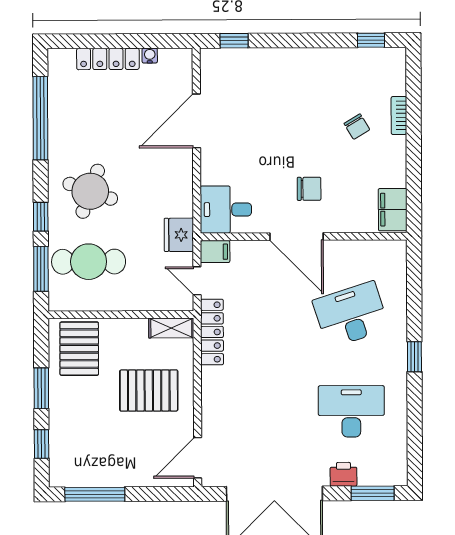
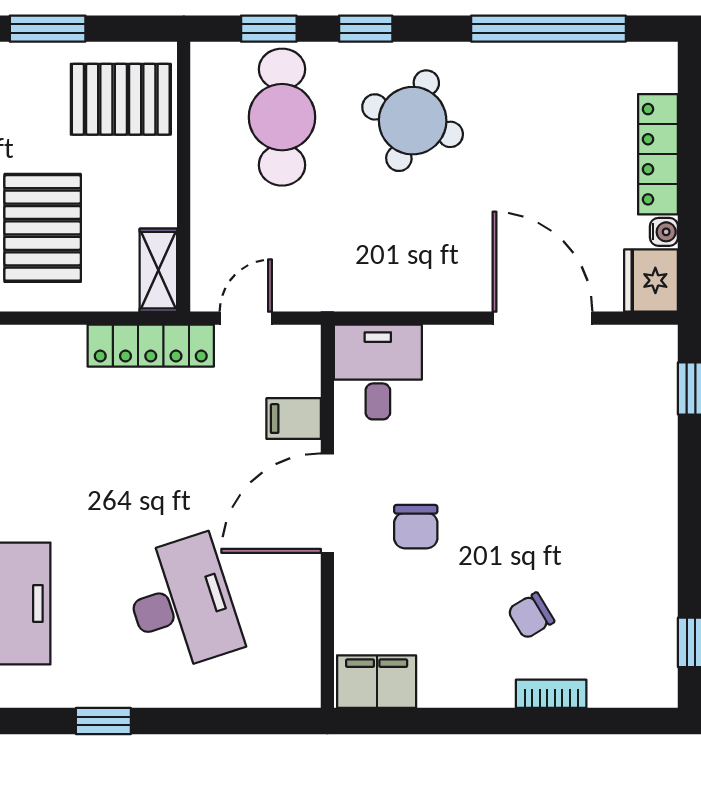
fridge: (179, 235) -> (651, 280), moved, turned -90
filing cabinet: (215, 252) -> (294, 419), moved, turned 90
window: (41, 269) -> (269, 29), width x0.67

